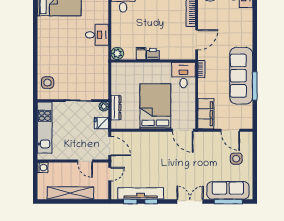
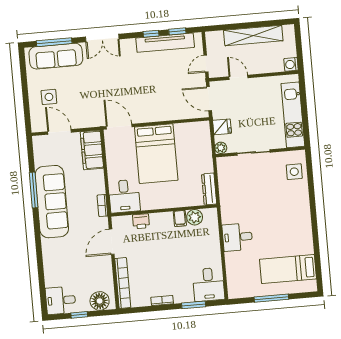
plant: (117, 53) -> (195, 217), moved
printer: (153, 54) -> (141, 221), moved
dresser: (116, 108) -> (209, 189), moved

